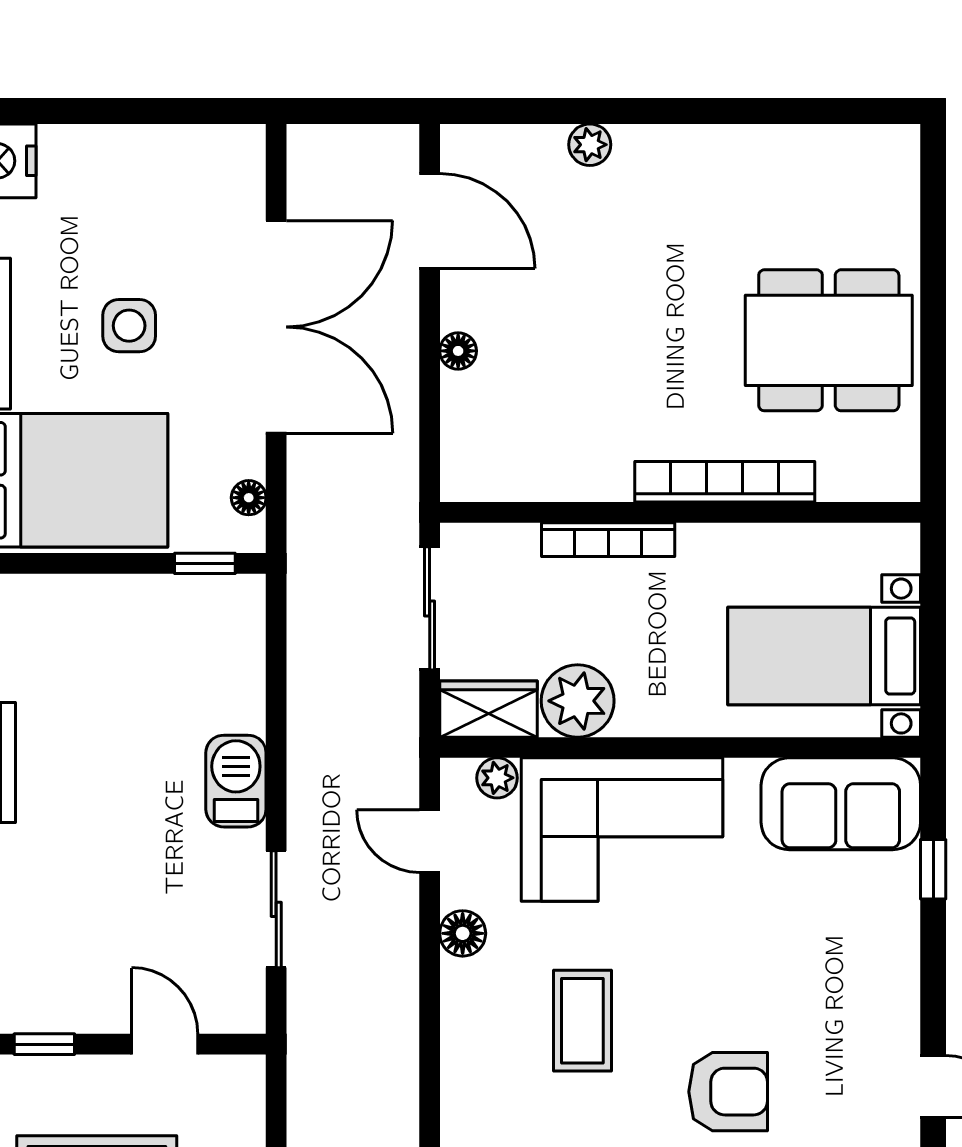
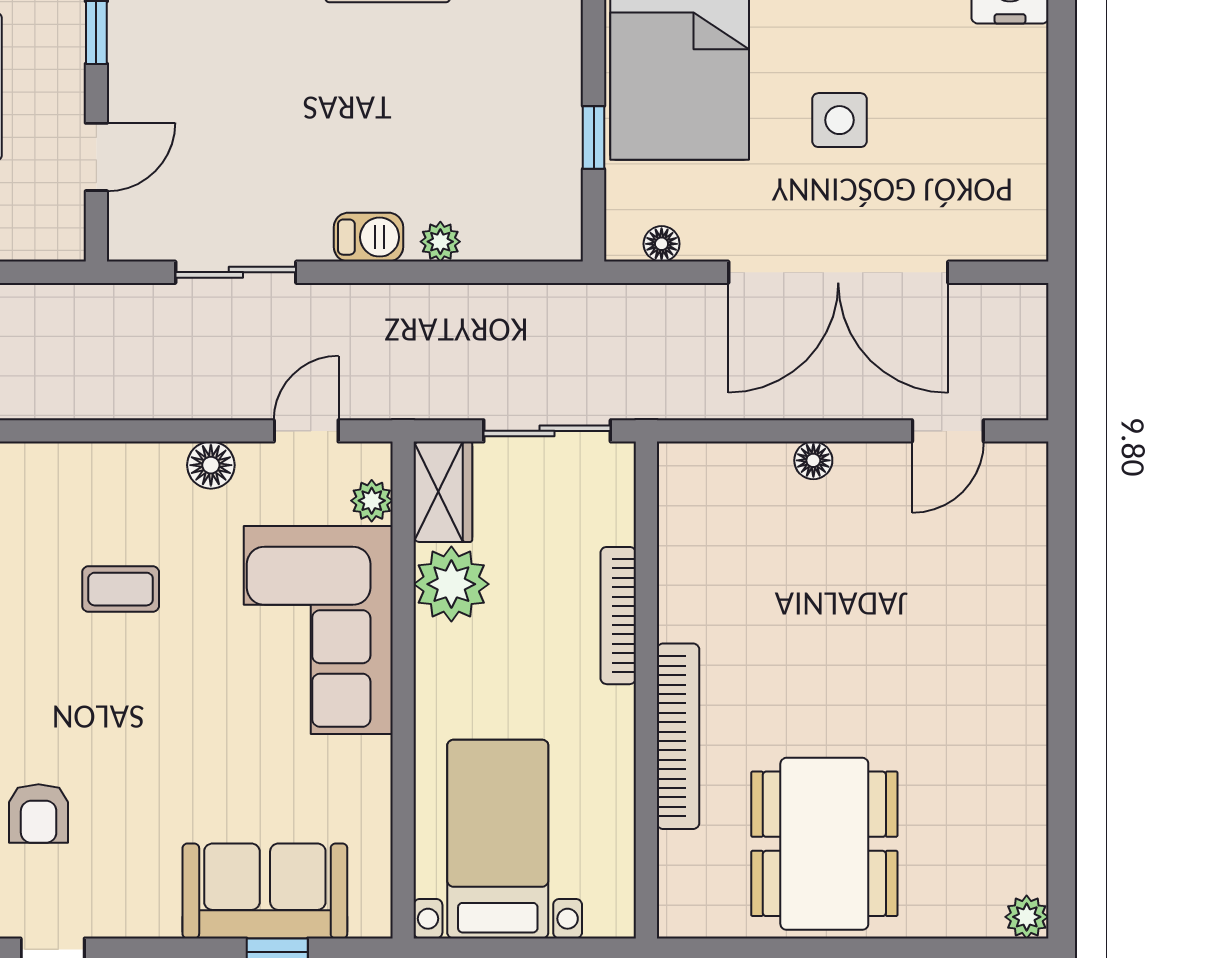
plant: (590, 145) -> (1027, 917), moved
door: (430, 221) -> (948, 431), width x0.73
window: (205, 563) -> (594, 137), moved
plant: (247, 712) -> (440, 242), added
barbecue: (236, 781) -> (368, 237), width x0.73, depth x0.79
sofa: (841, 804) -> (265, 891), moved, turned 90
coffee table: (582, 1021) -> (121, 589), width x0.73, depth x0.77
armchair: (728, 1092) -> (39, 814), moved, width x0.72, depth x0.72

